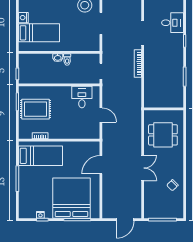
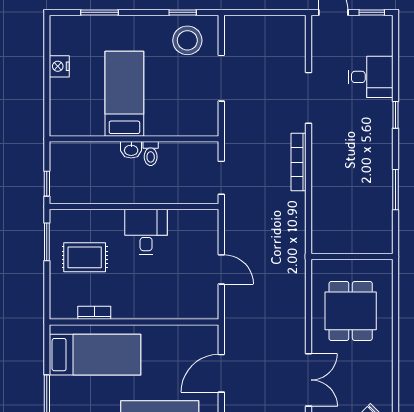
bed: (39, 33) -> (124, 94), moved, turned -90
desk: (82, 97) -> (146, 232), moved
rug: (35, 109) -> (85, 257), width x0.73, depth x0.70
dining table: (163, 135) -> (351, 311), turned 90

